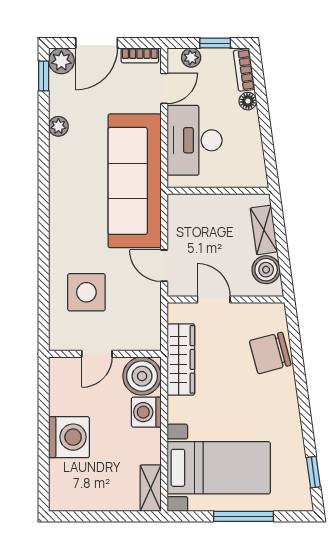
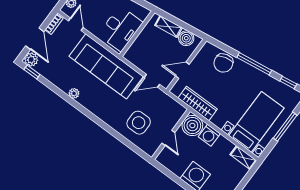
plant: (58, 126) -> (74, 93), moved
desk: (195, 140) -> (120, 29), moved, turned -90
window: (303, 400) -> (254, 64), added

